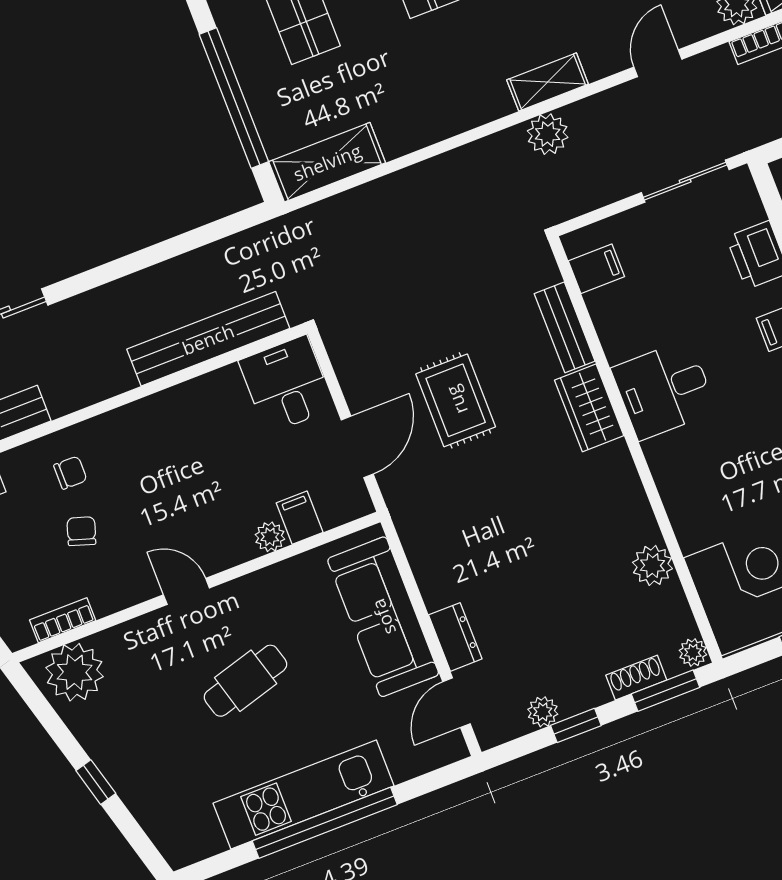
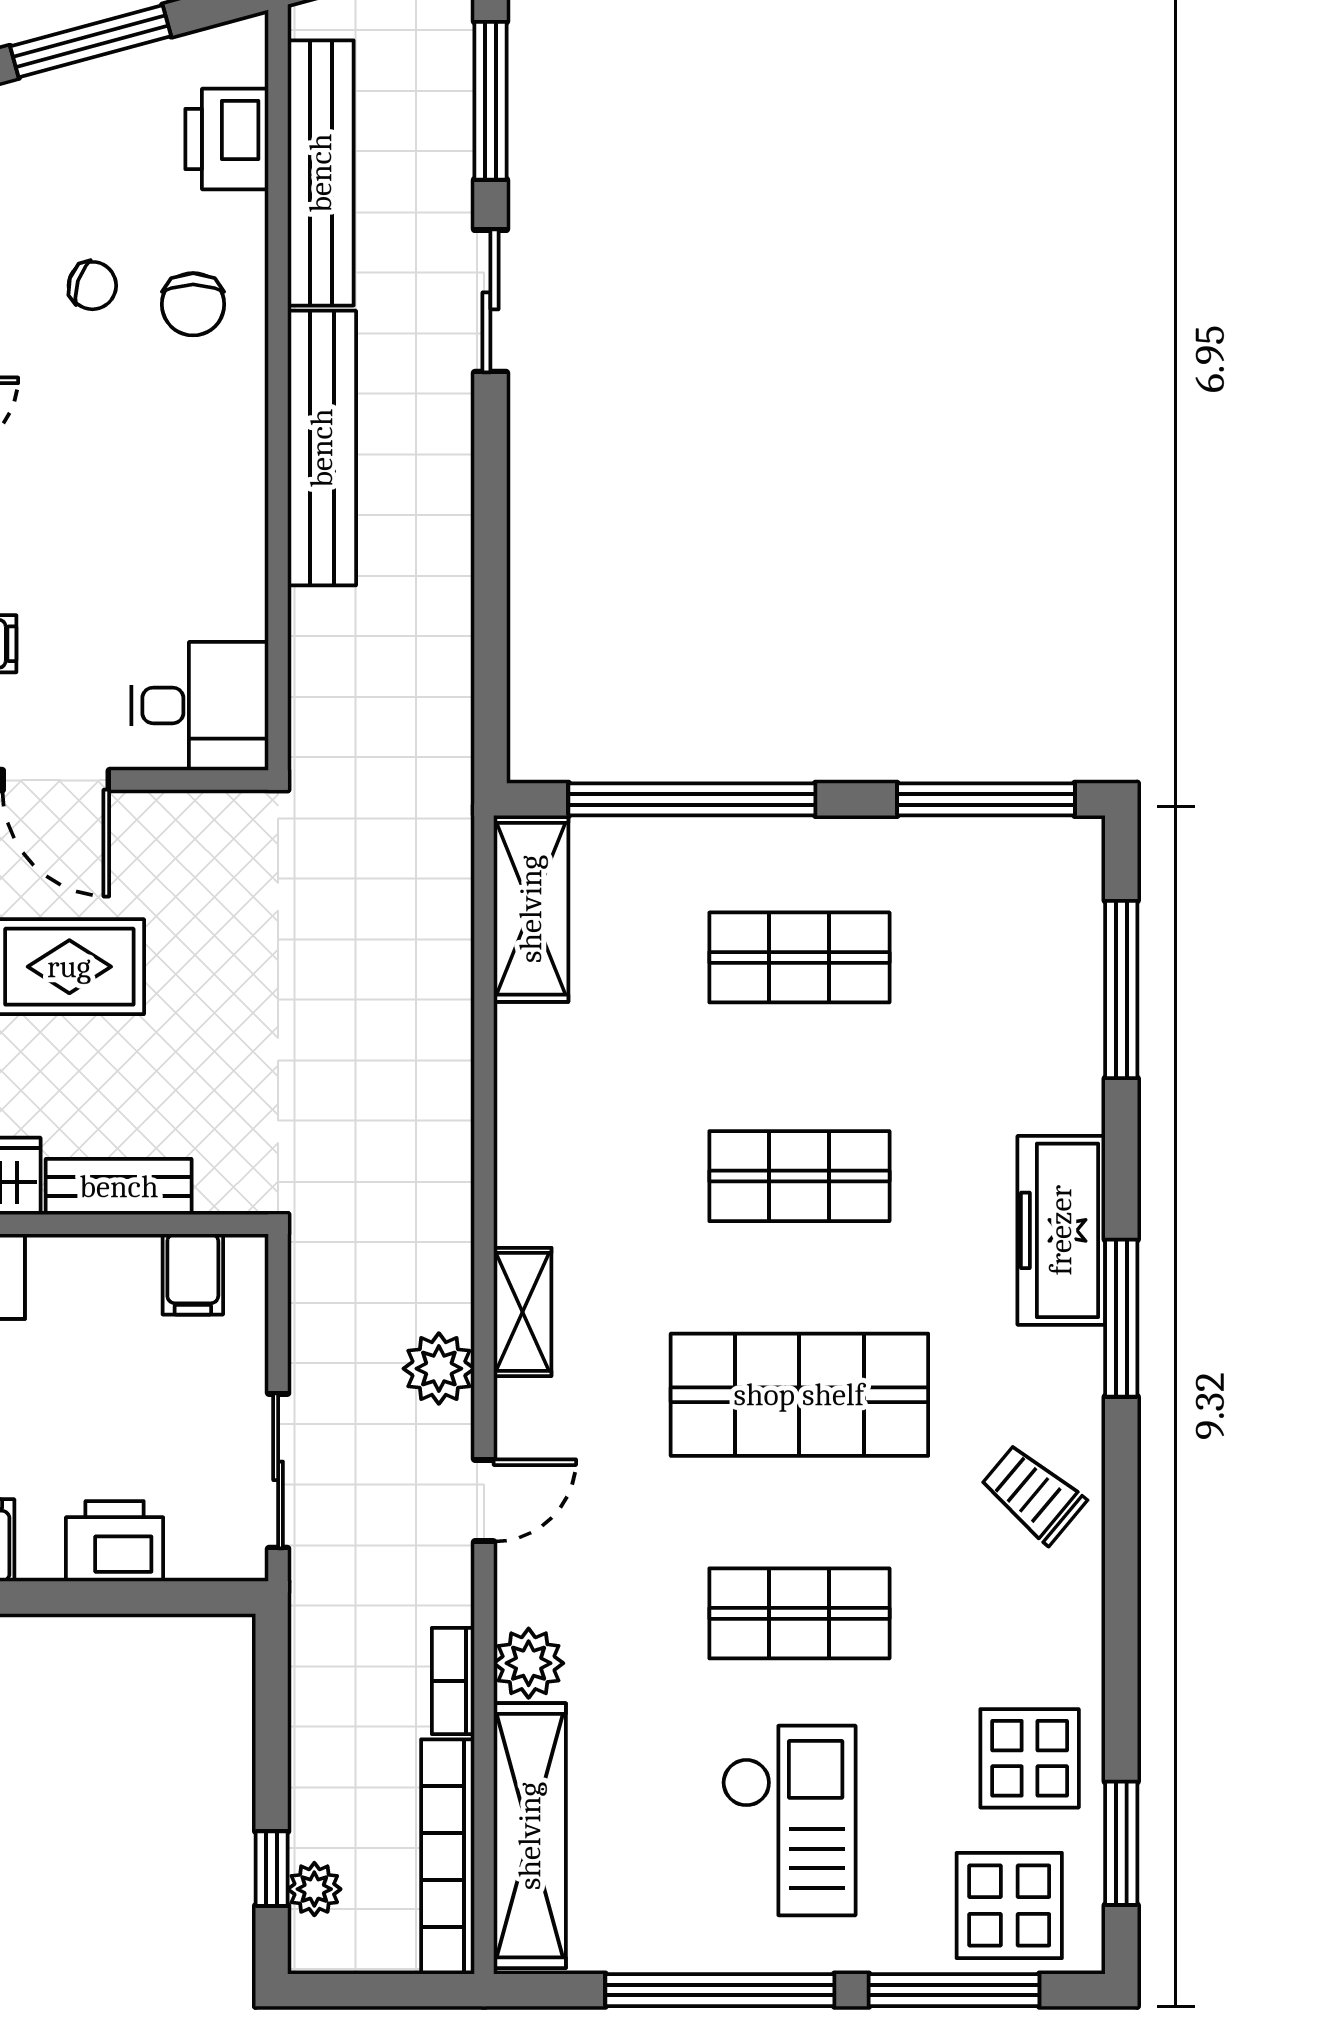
door: (658, 63) -> (484, 1500), hinge flipped
plant: (548, 134) -> (439, 1369), moved
bench: (208, 339) -> (322, 448), moved
chair: (70, 473) -> (193, 304), width x1.37, depth x1.37

